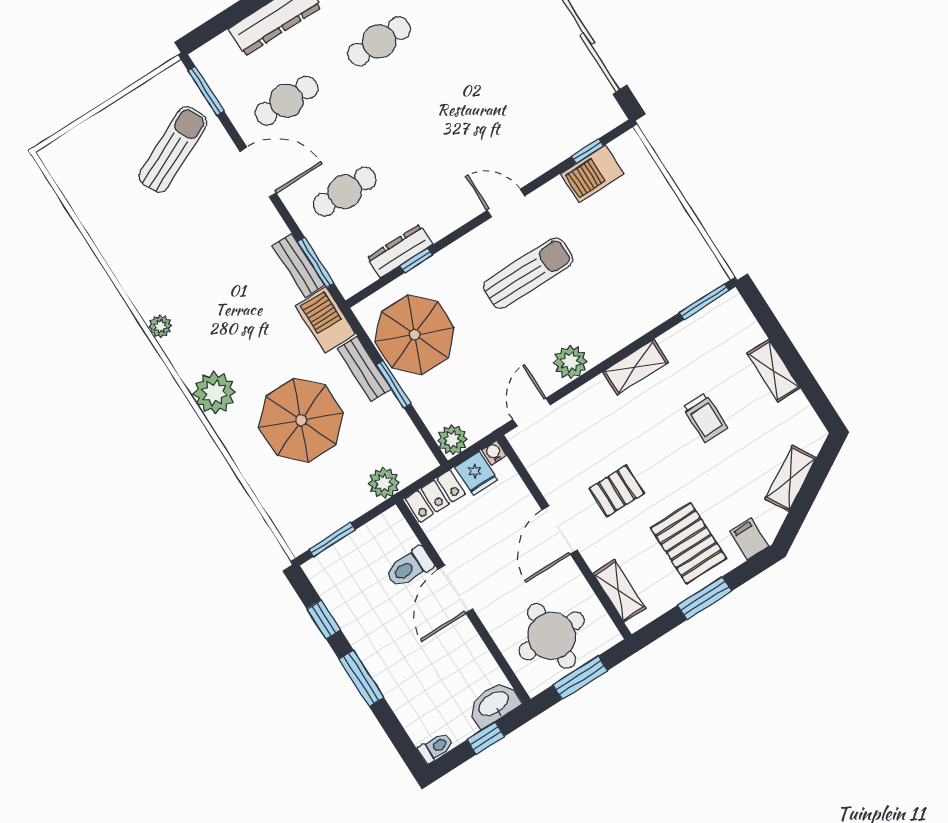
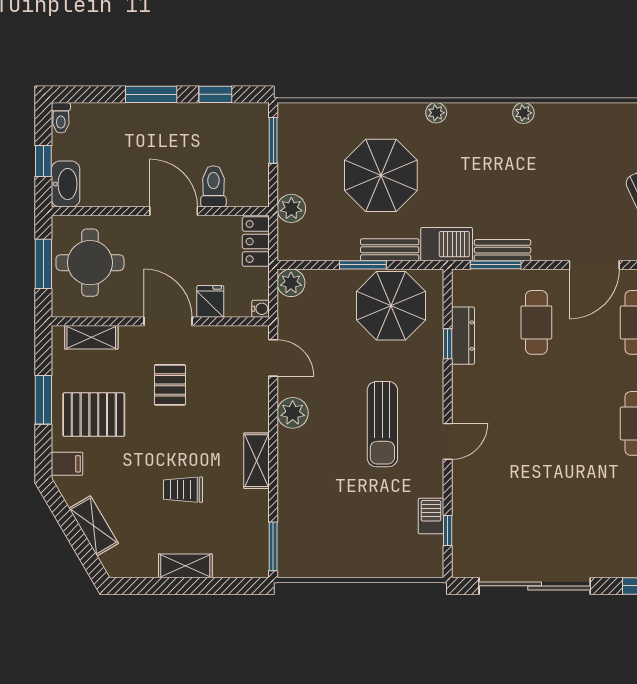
barbecue: (592, 174) -> (431, 516), width x0.73, depth x0.79
plant: (214, 393) -> (436, 113), width x0.53, depth x0.53
fridge: (476, 473) -> (210, 301), moved, turned 90

